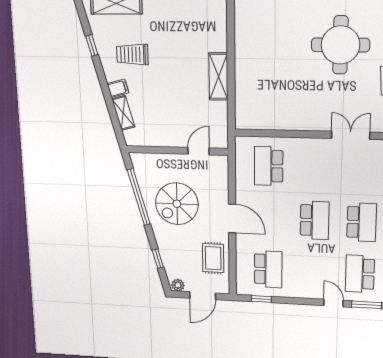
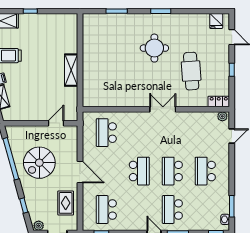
round table: (340, 45) -> (154, 48), width x0.73, depth x0.73
school desk: (362, 222) -> (172, 171), turned 180
school desk: (268, 269) -> (106, 209), turned 180

